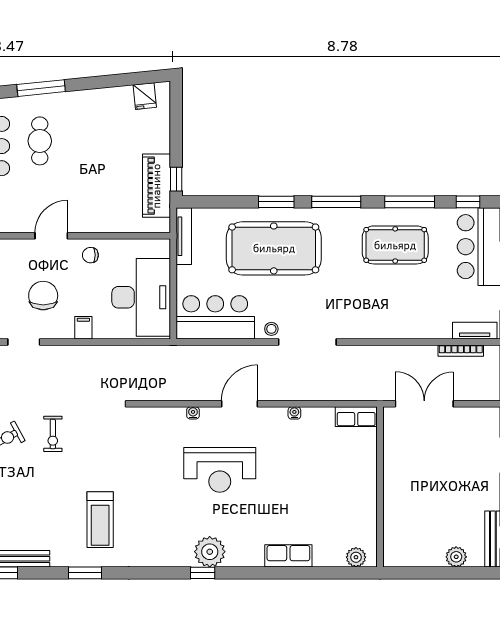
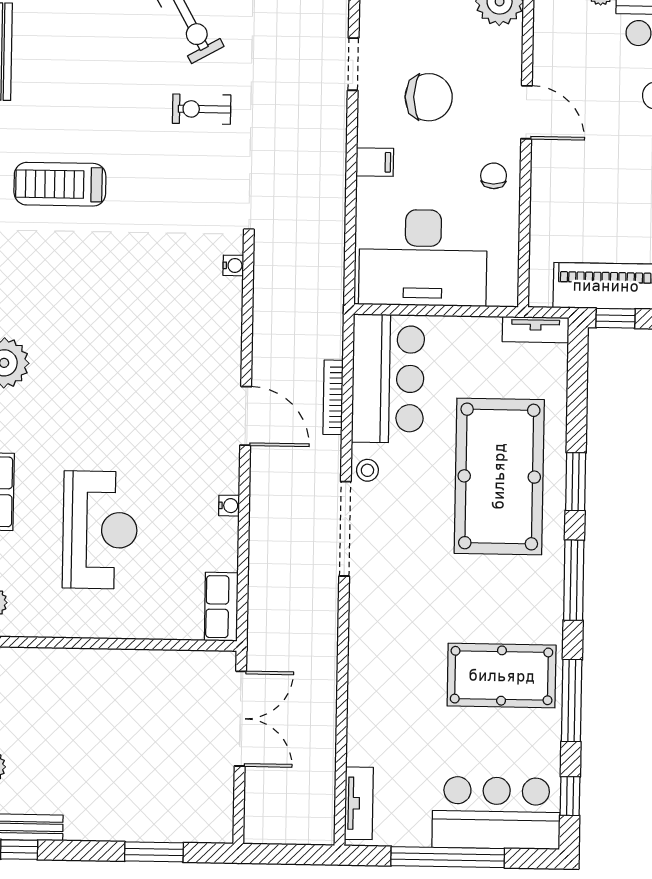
tv unit: (184, 236) -> (536, 330), width x0.71
pool table: (395, 245) -> (502, 676), turned 90
bookcase: (461, 351) -> (333, 397), moved
water cooler: (193, 413) -> (233, 265), moved
reception desk: (220, 470) -> (100, 530), moved, turned 180

